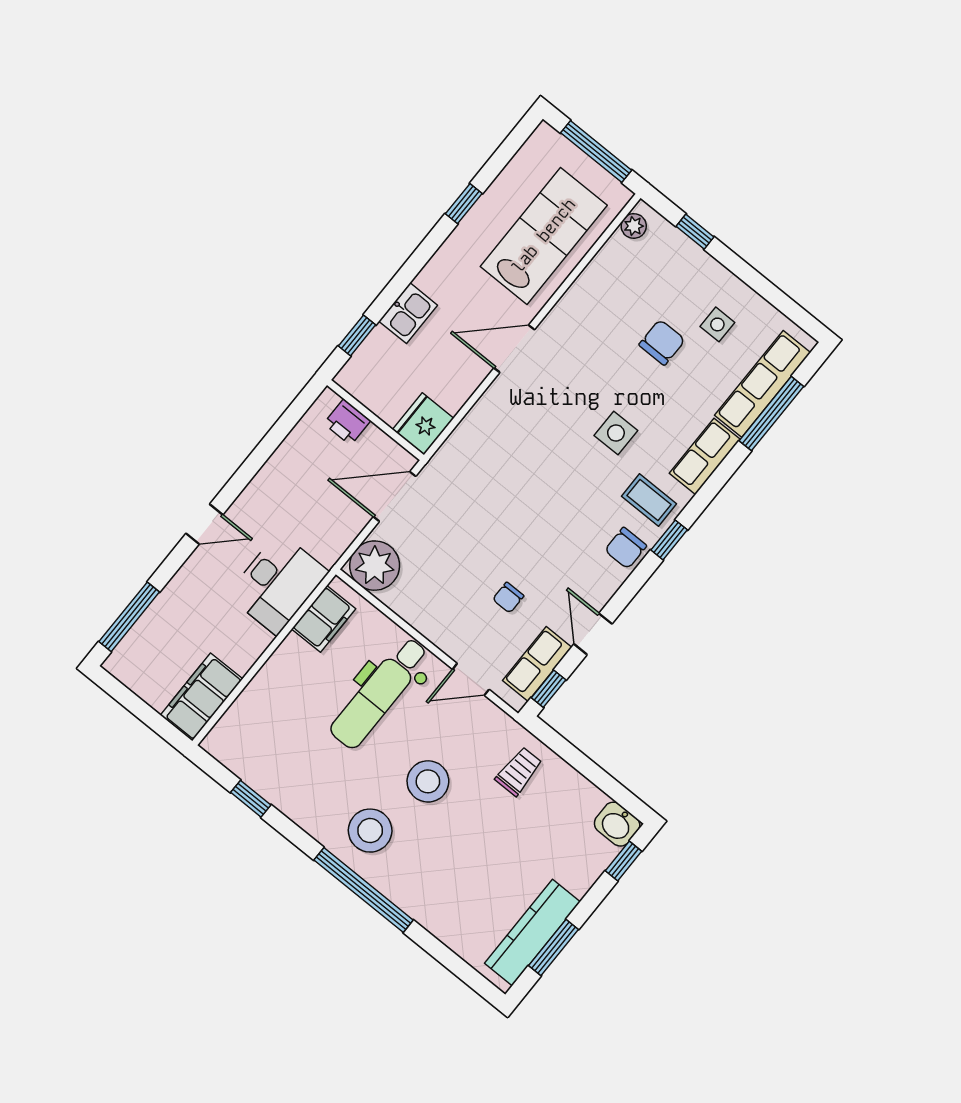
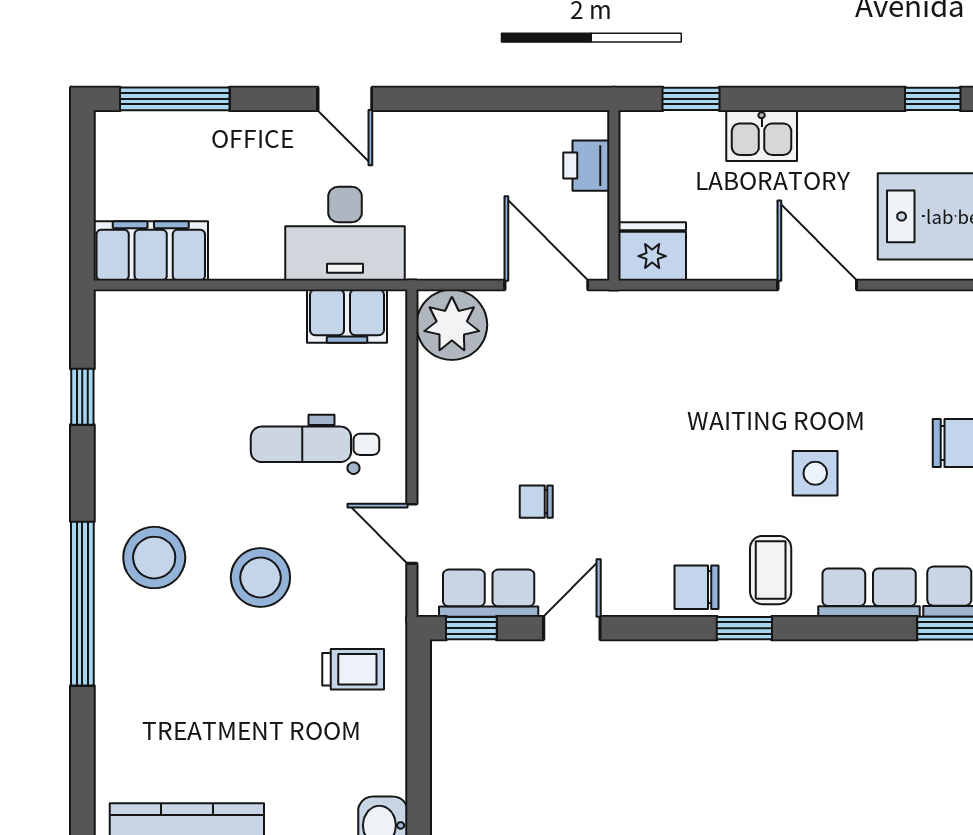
dental chair: (379, 693) -> (315, 444), width x0.73, depth x0.72

